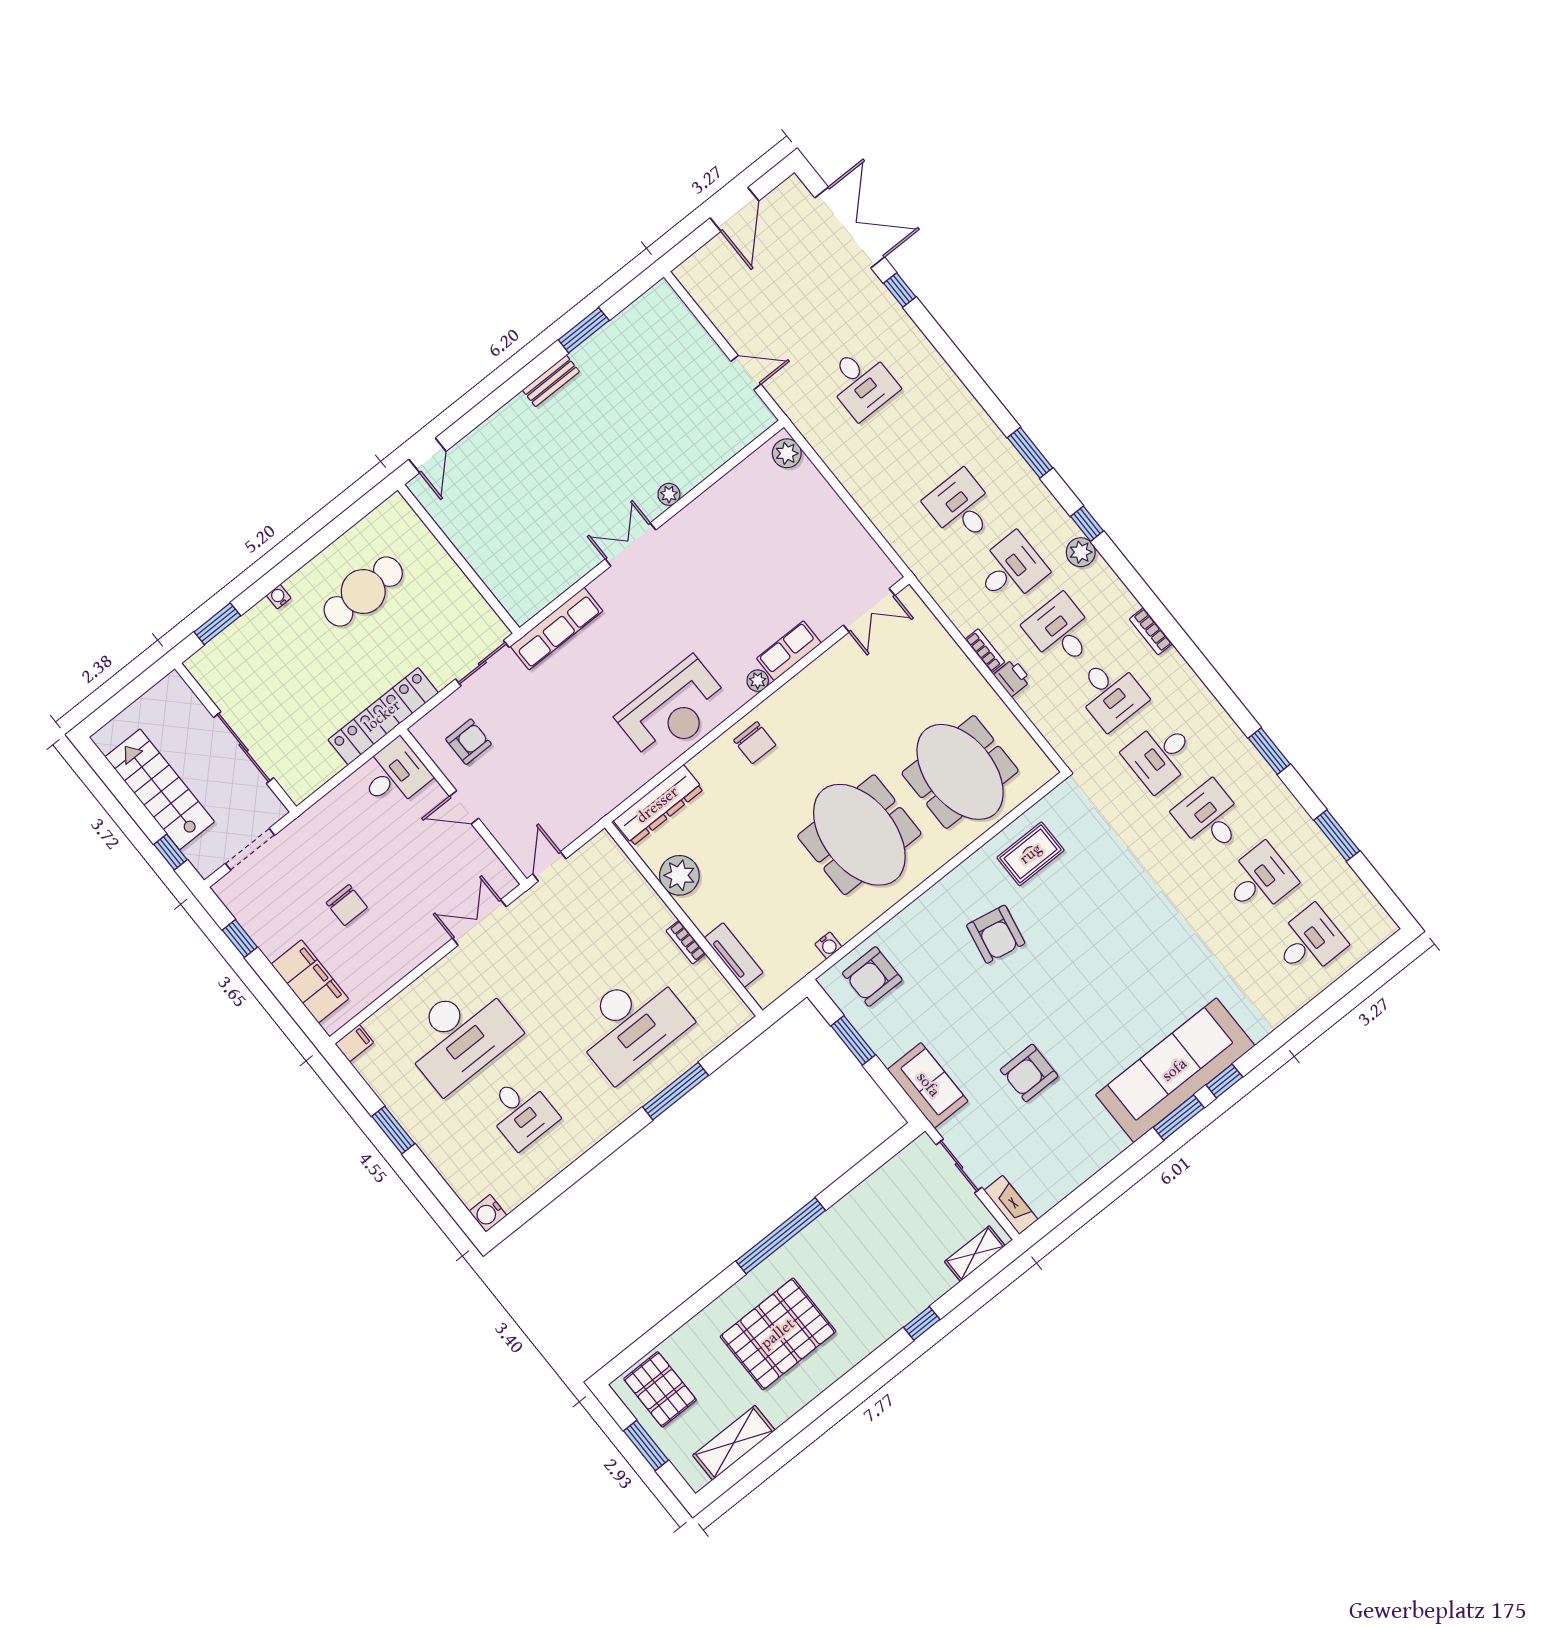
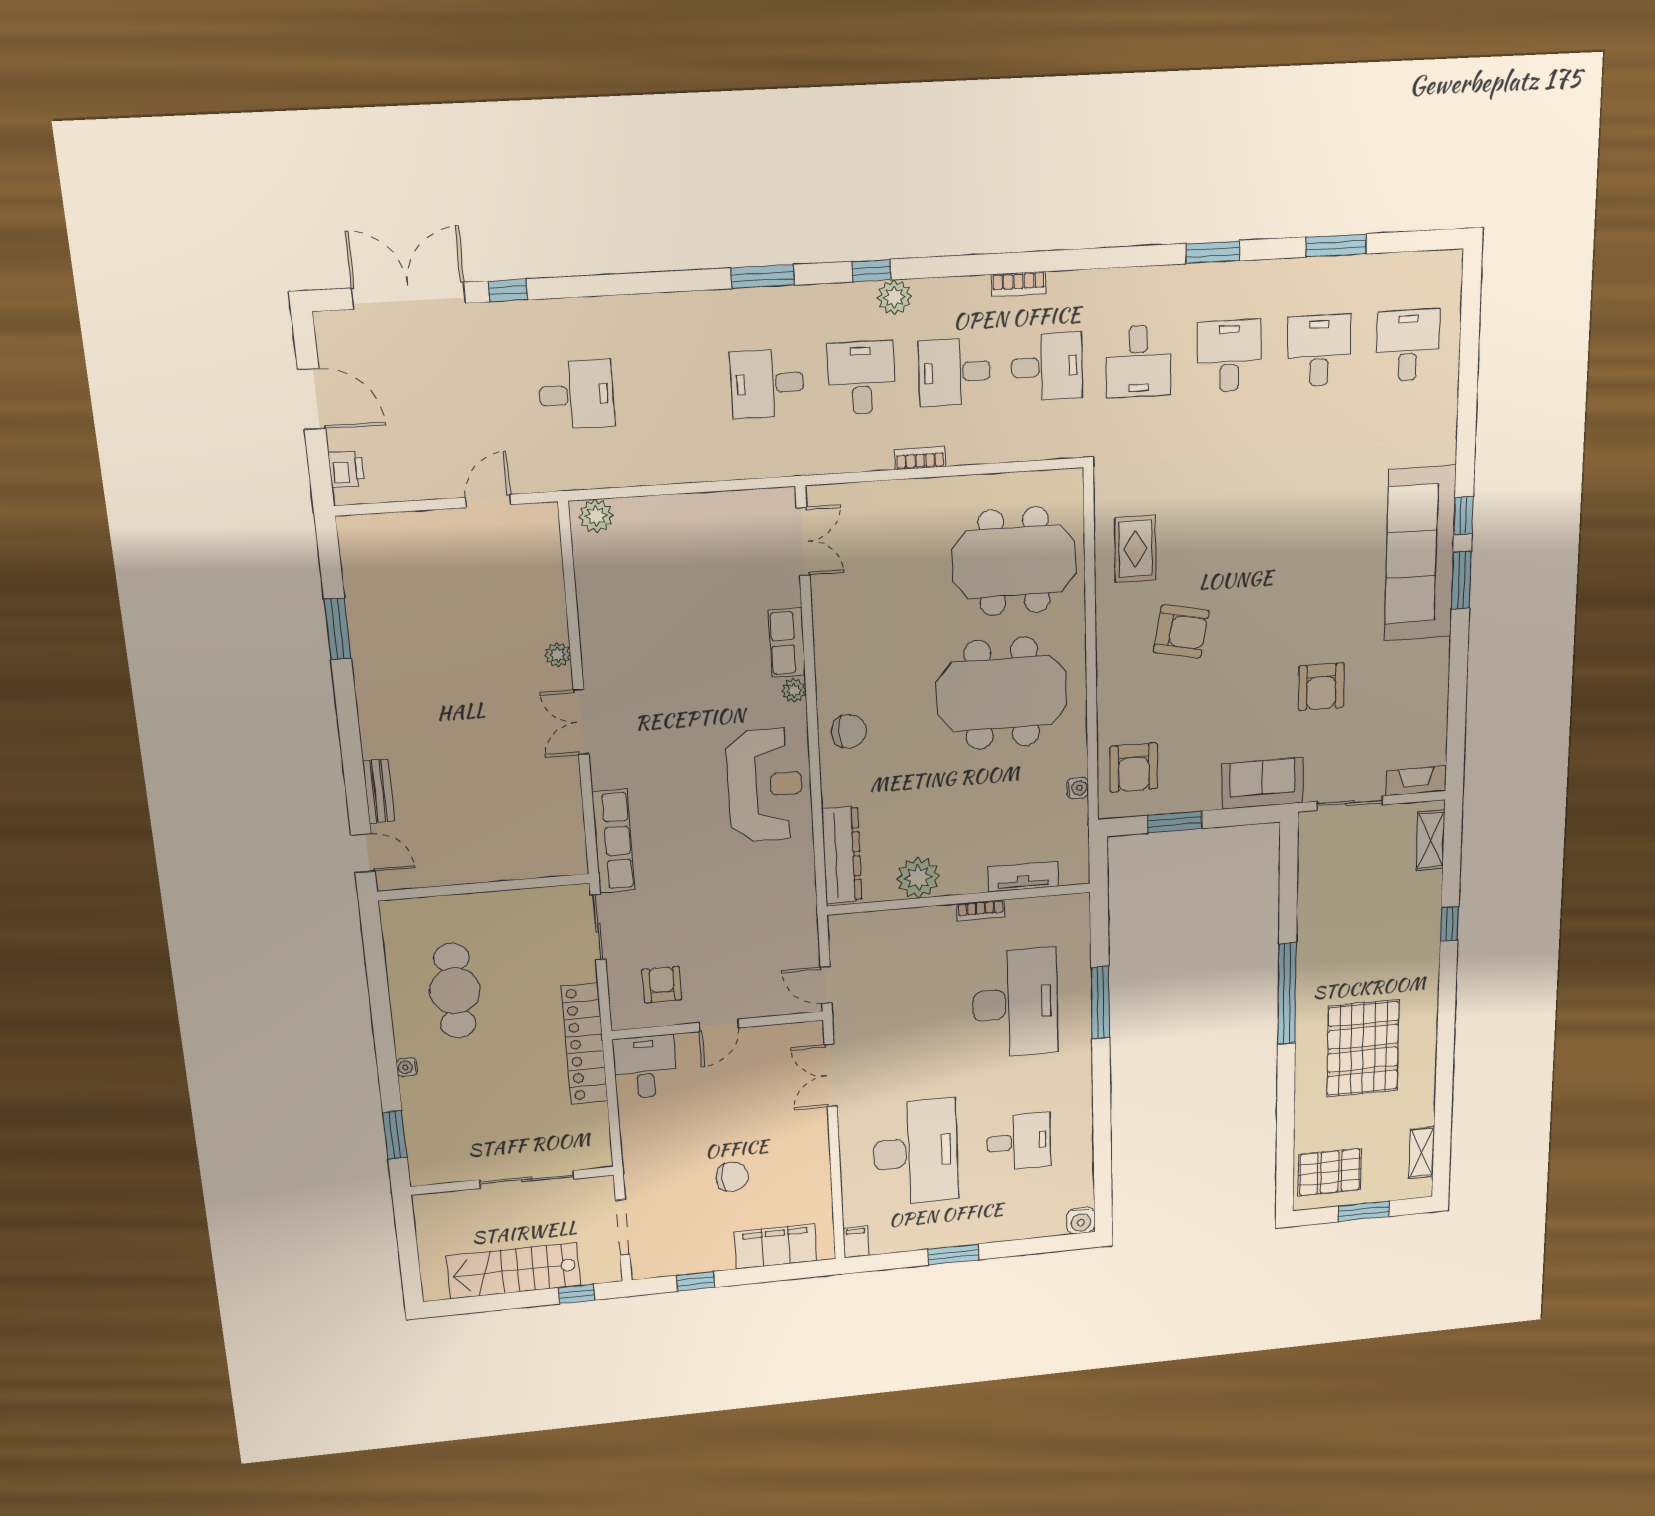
bench: (551, 381) -> (379, 791), moved
printer: (1012, 677) -> (346, 469), moved, turned 90
desk: (1210, 818) -> (1229, 356), turned 90
shelving: (734, 1443) -> (1422, 1153), width x0.67, depth x0.75

